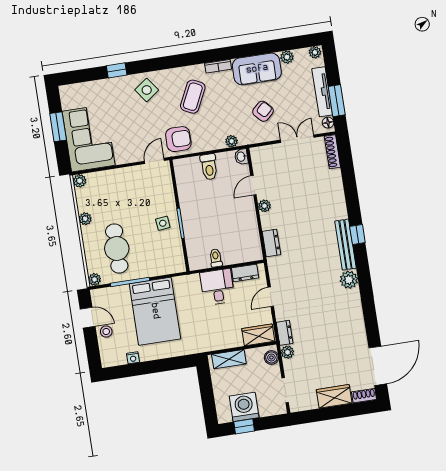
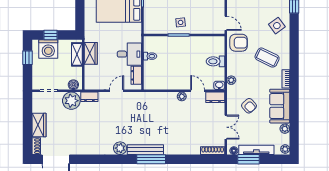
armchair: (178, 139) -> (239, 43), turned -90
window: (357, 235) -> (151, 159), width x2.17
dresser: (271, 243) -> (215, 97), moved
door: (271, 297) -> (117, 91), hinge flipped
wardrobe: (258, 335) -> (91, 53), moved
plant: (287, 352) -> (71, 101), width x1.87, depth x1.87
window: (208, 400) -> (51, 35), added
washing machine: (244, 407) -> (48, 49), moved, turned 90

